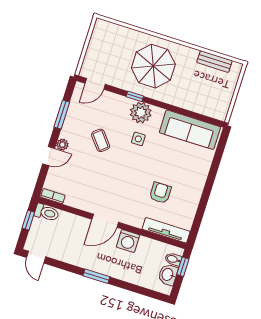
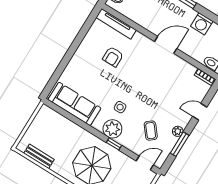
coffee table: (101, 140) -> (151, 131), moved
plant: (62, 145) -> (178, 131), moved
washing machine: (128, 241) -> (202, 24), moved, turned 180

